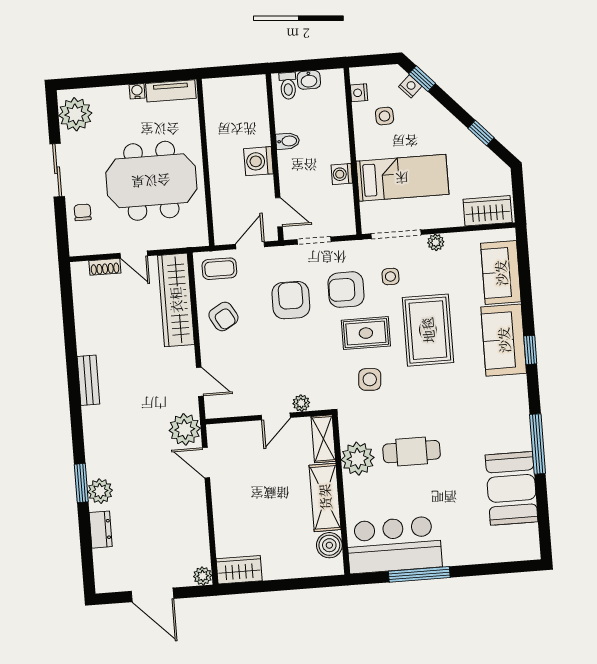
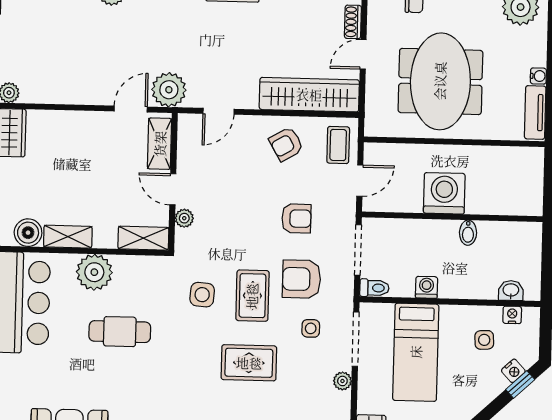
washbasin: (309, 80) -> (511, 291), moved, turned 90
toilet: (288, 86) -> (374, 288), moved, turned 180
washing machine: (258, 161) -> (444, 193), width x1.37, depth x1.37
door: (279, 212) -> (392, 215), removed
doorway: (314, 241) -> (358, 250), width x1.38
door: (250, 245) -> (360, 181), hinge flipped
armchair: (346, 290) -> (302, 279), turned -90
armchair: (291, 300) -> (296, 218), width x0.72, depth x0.72
rug: (428, 330) -> (249, 363), width x0.73, depth x0.70
shelving: (235, 433) -> (160, 144), added
cafe table: (412, 452) -> (120, 332), turned 90
plant: (358, 459) -> (94, 272), moved
shelving: (325, 497) -> (68, 237), width x0.67, depth x0.75

